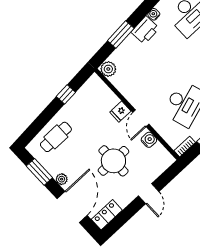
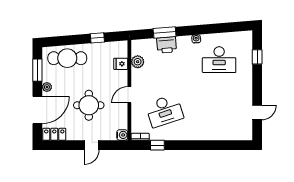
printer: (145, 30) -> (167, 45), moved
plant: (108, 69) -> (138, 62), moved
fridge: (120, 112) -> (121, 64), moved
cafe table: (56, 137) -> (67, 58), width x1.37, depth x1.35
water cooler: (149, 140) -> (122, 135), moved

